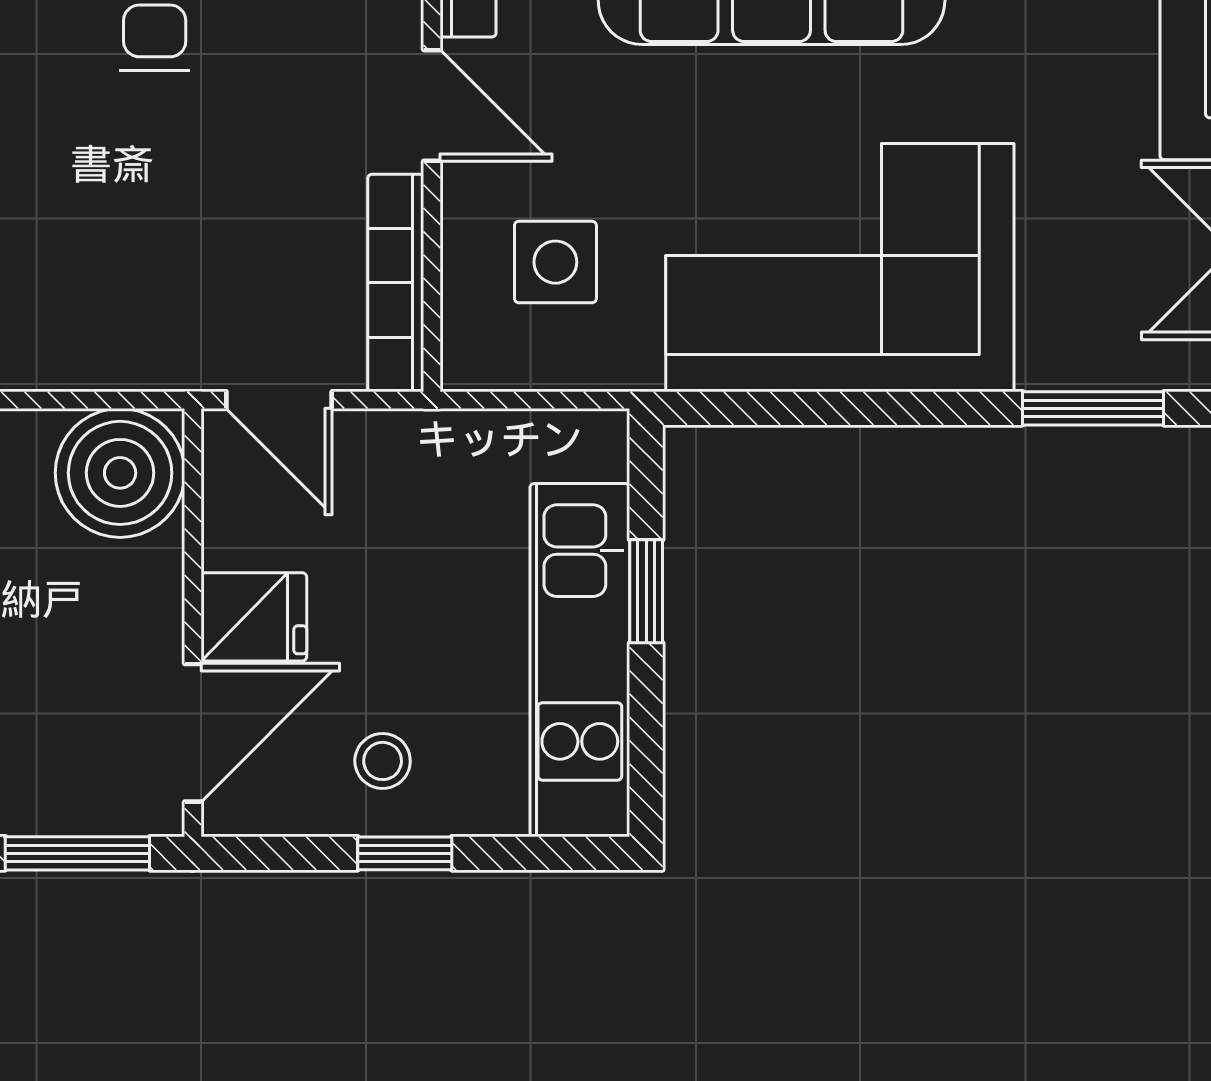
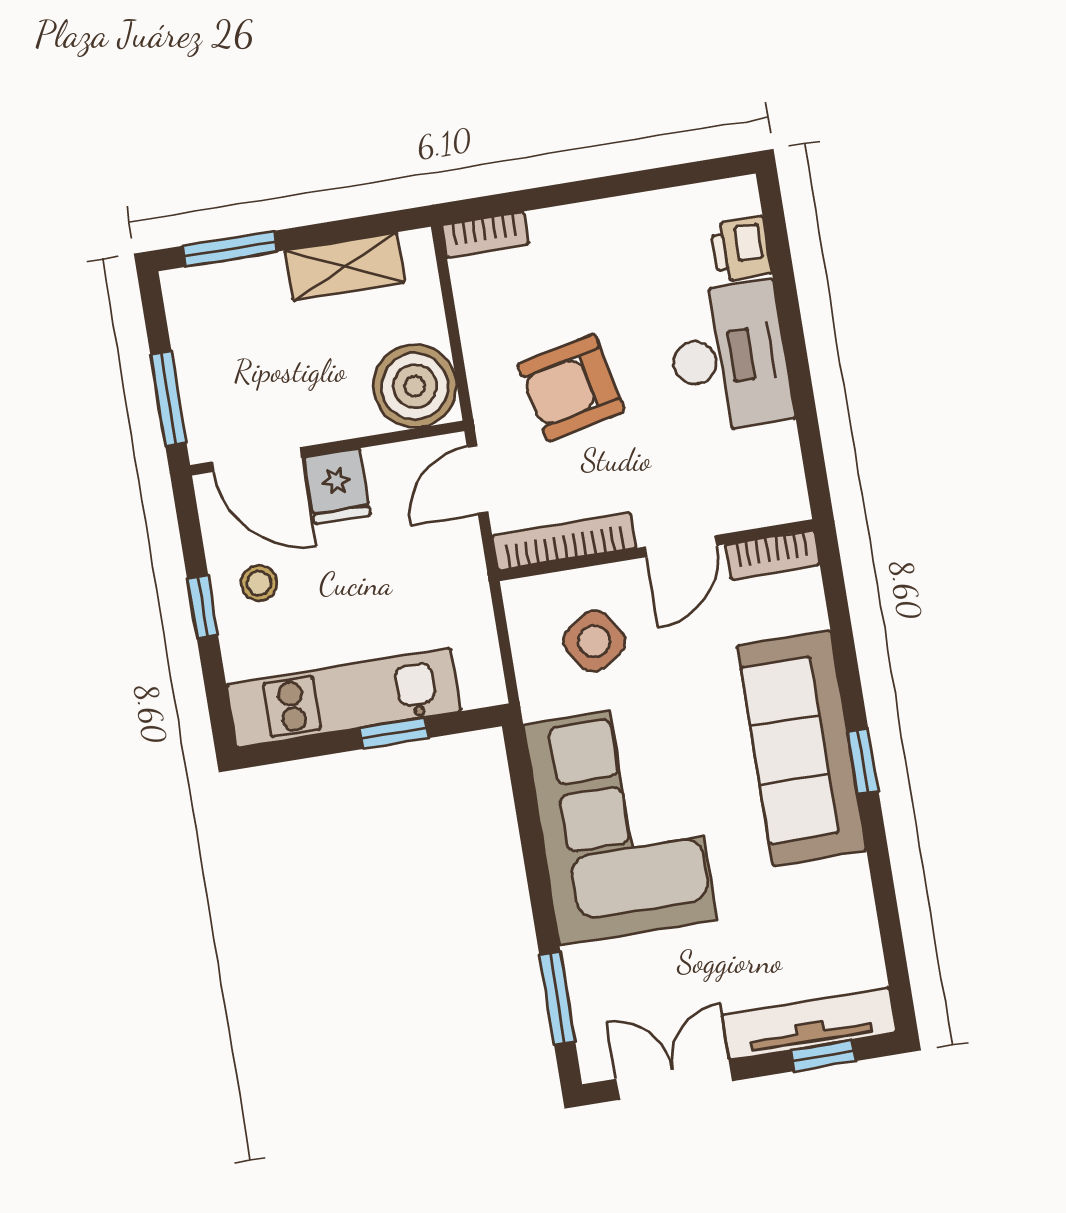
armchair: (161, 234) -> (571, 388), added
side table: (555, 262) -> (594, 641), turned -32

